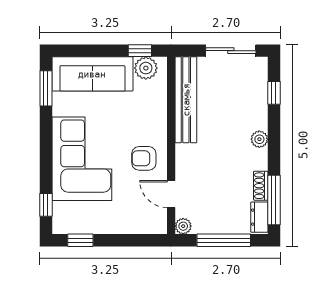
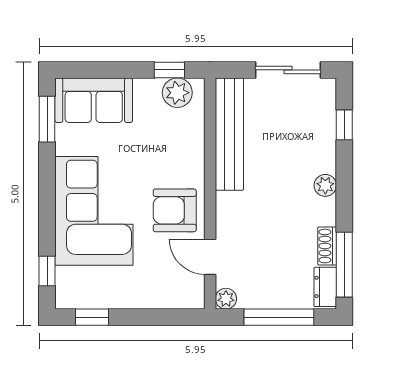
sofa: (92, 74) -> (94, 100), width x0.73
armchair: (144, 158) -> (175, 210), width x1.38, depth x1.38

